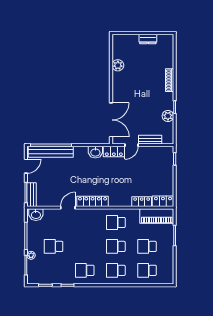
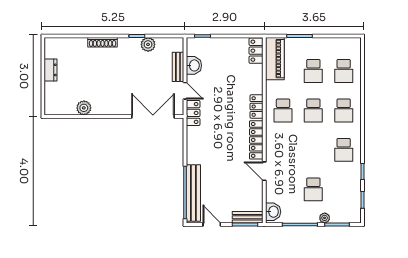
washbasin: (95, 152) -> (194, 65), moved
locker: (142, 202) -> (257, 107), moved

